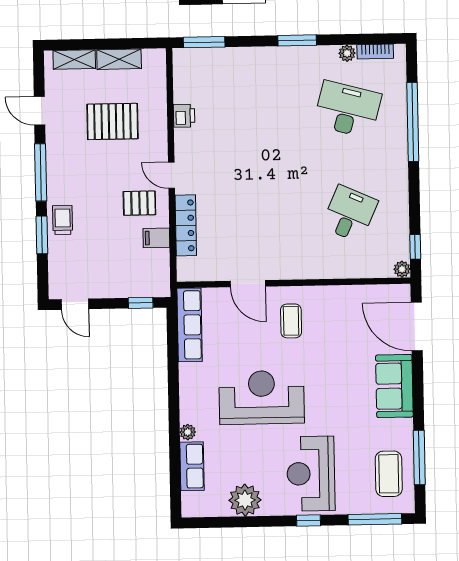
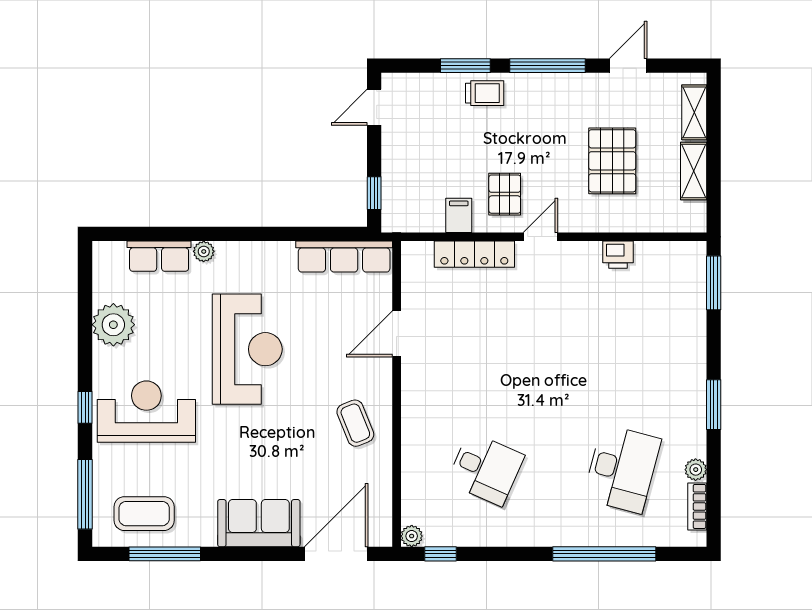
coffee table: (291, 321) -> (355, 423), moved, turned 68

